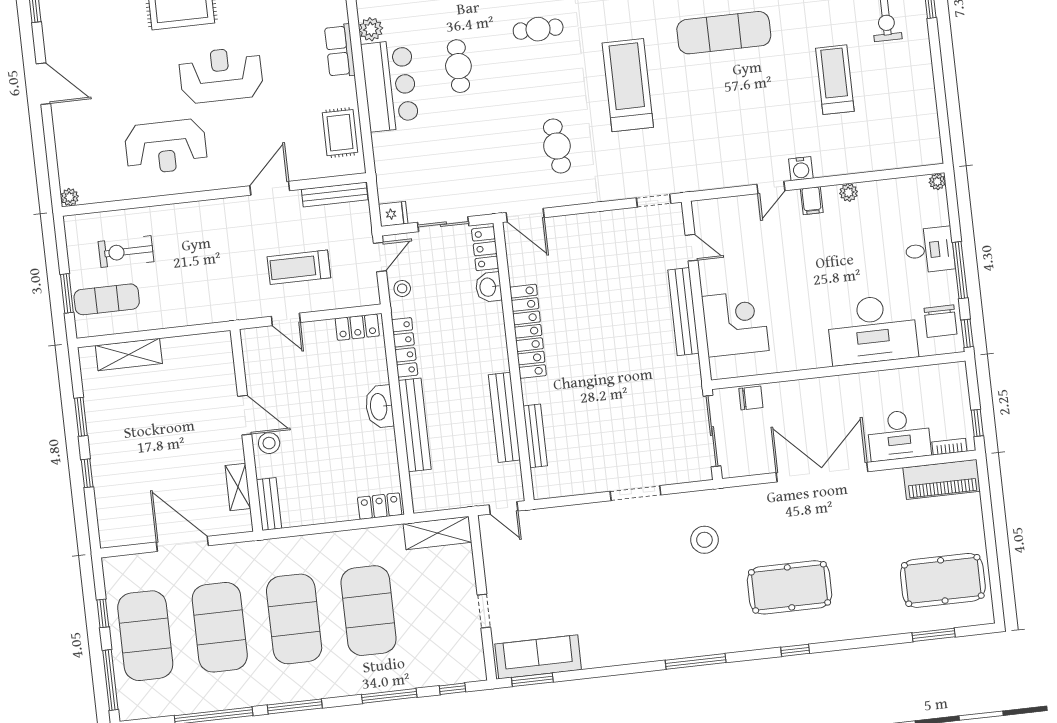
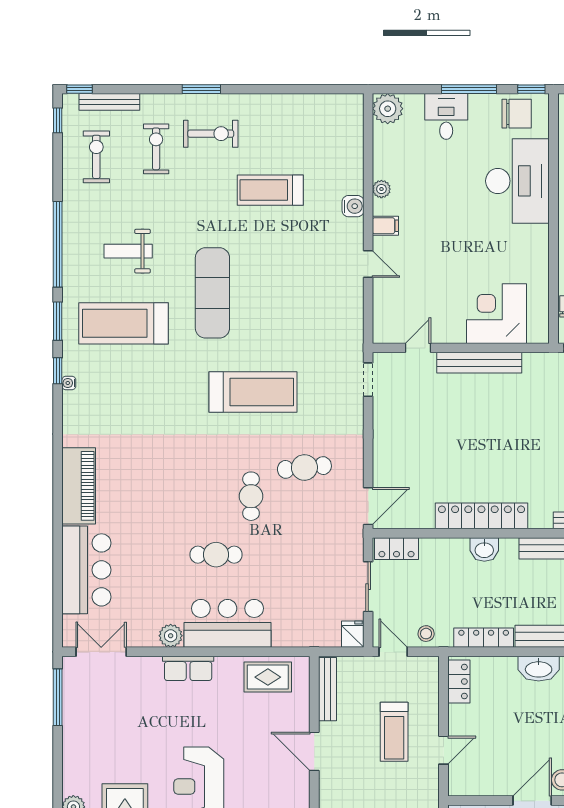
cafe table: (538, 29) -> (251, 496), moved
treadmill: (628, 85) -> (253, 392), turned 180
water cooler: (801, 169) -> (353, 206), moved
plant: (937, 182) -> (388, 109), width x1.88, depth x1.88
washbasin: (488, 287) -> (484, 550), moved

